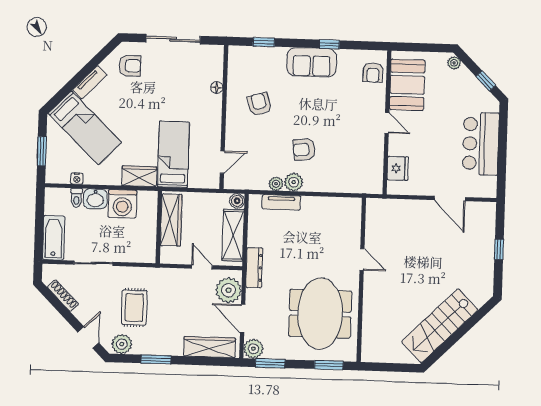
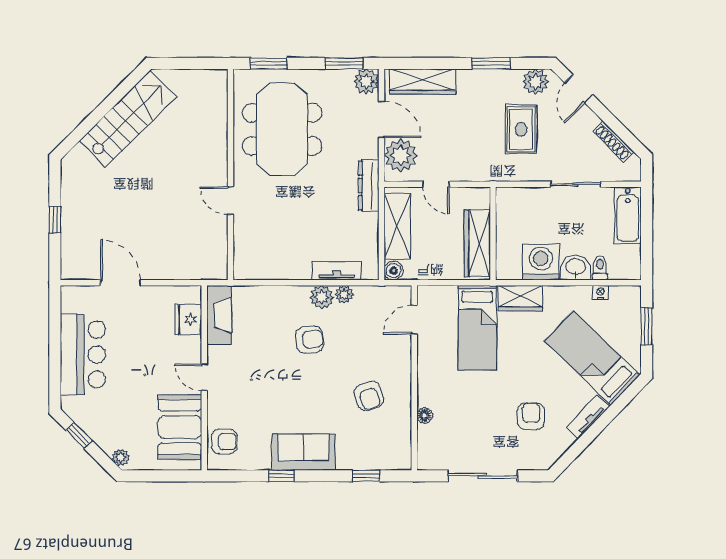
armchair: (130, 66) -> (531, 416), moved, turned 90
armchair: (373, 72) -> (224, 441), turned 90
fireplace: (374, 171) -> (219, 315), added

